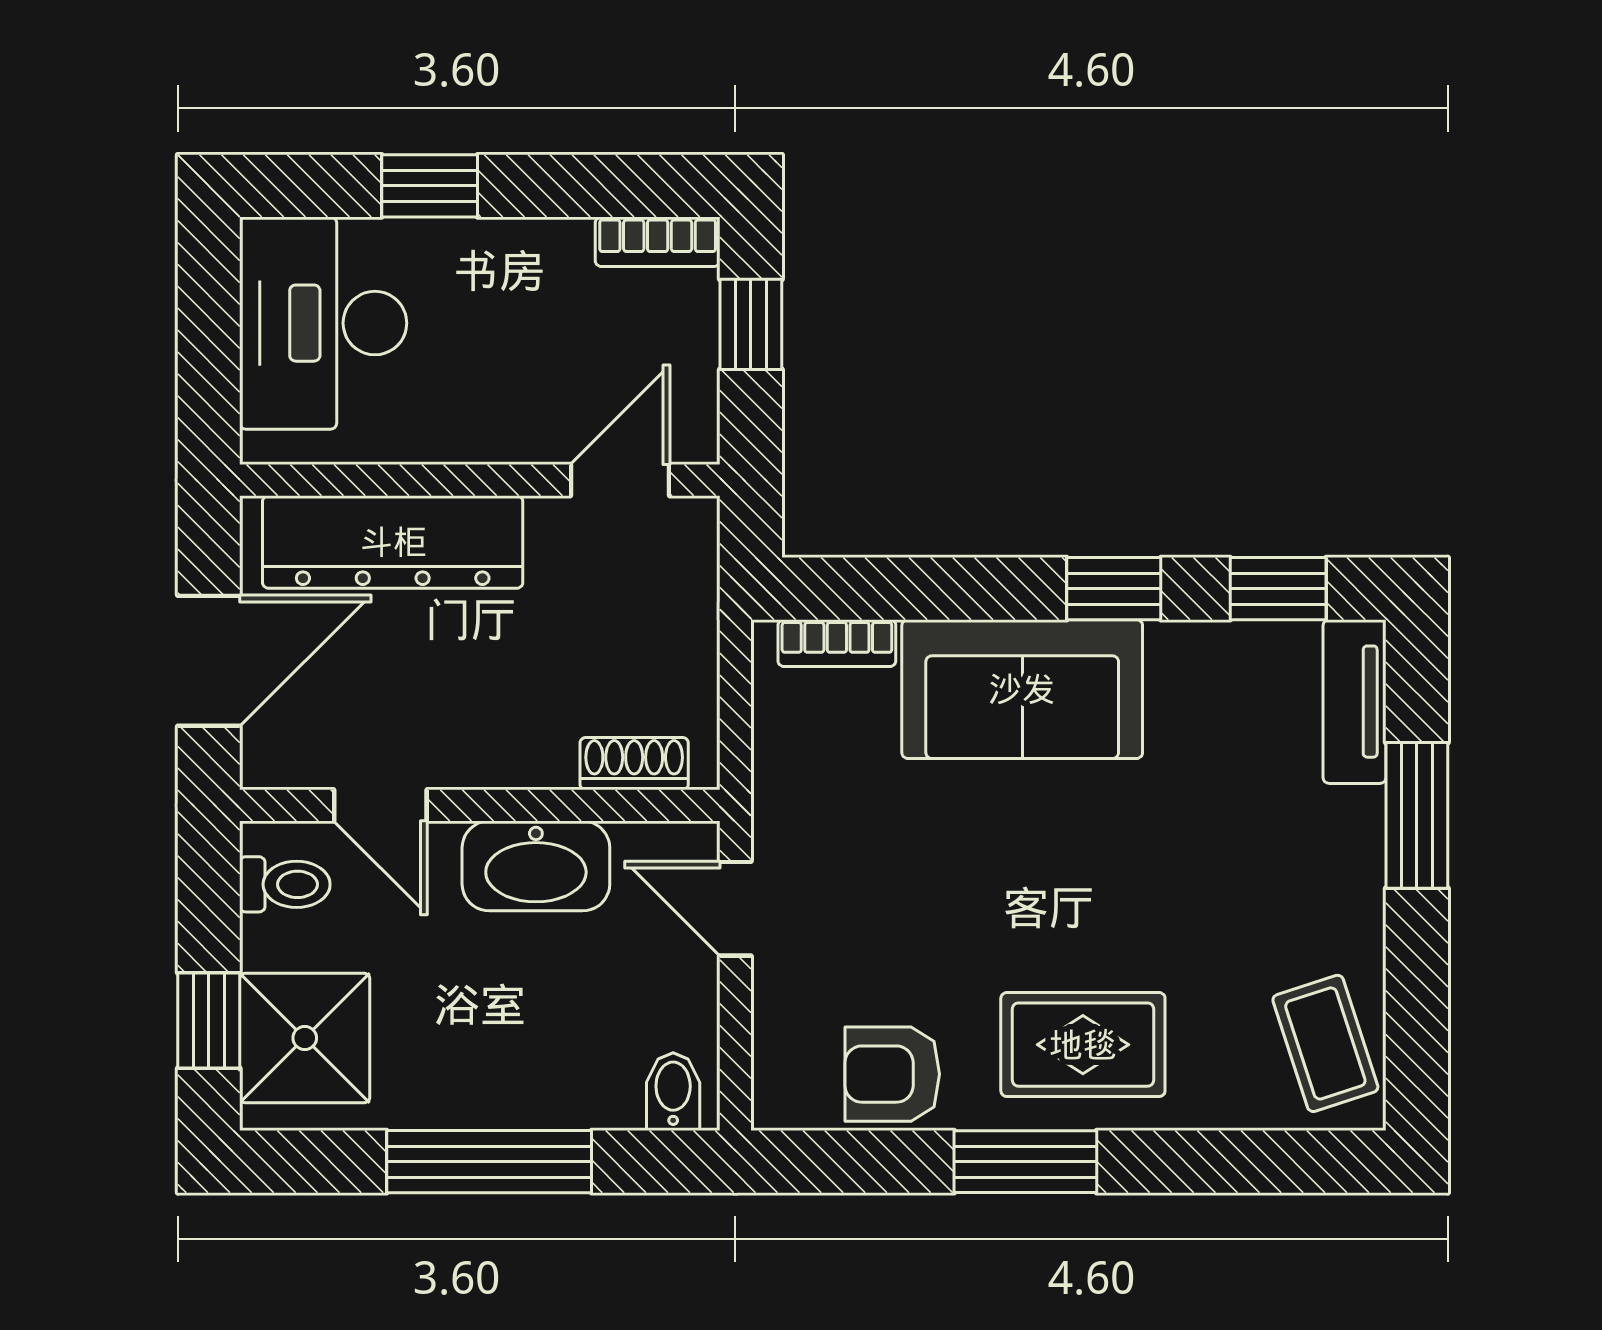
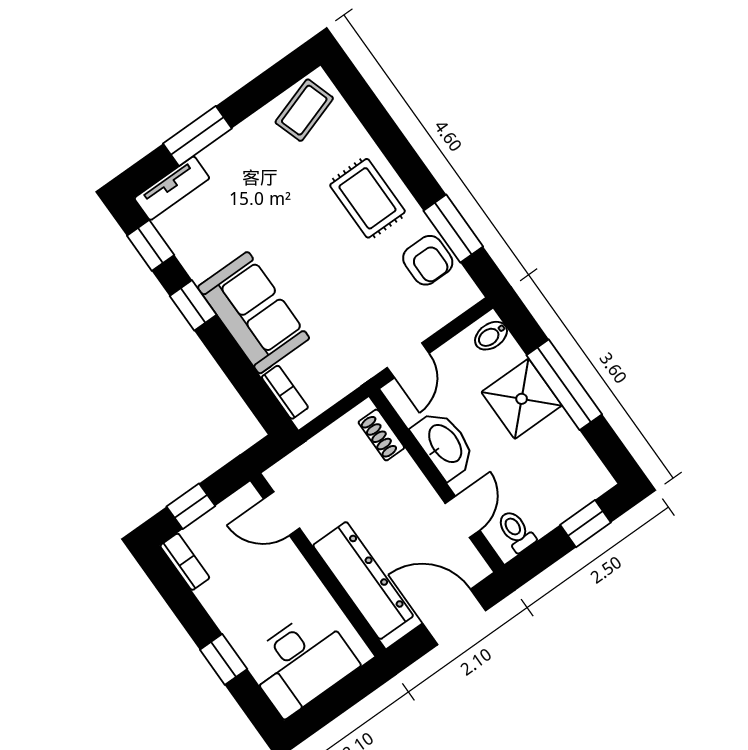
shower: (305, 1038) -> (522, 399), moved
window: (1025, 1162) -> (453, 229), moved

